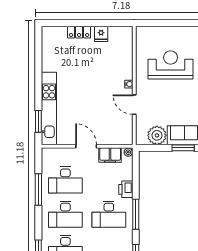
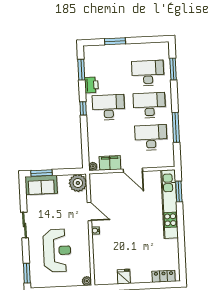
plant: (141, 31) -> (87, 281), added
locker: (79, 32) -> (164, 276), moved
reception desk: (171, 65) -> (57, 251), turned -90
plant: (157, 135) -> (78, 183), moved
printer: (126, 189) -> (91, 85), moved
window: (136, 214) -> (83, 108), width x0.46

